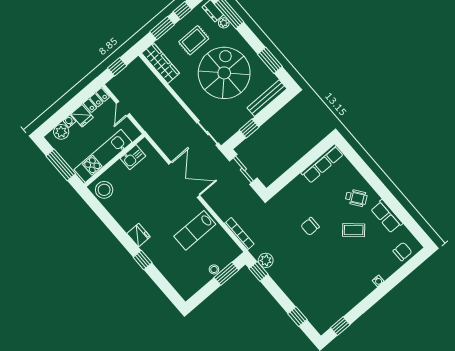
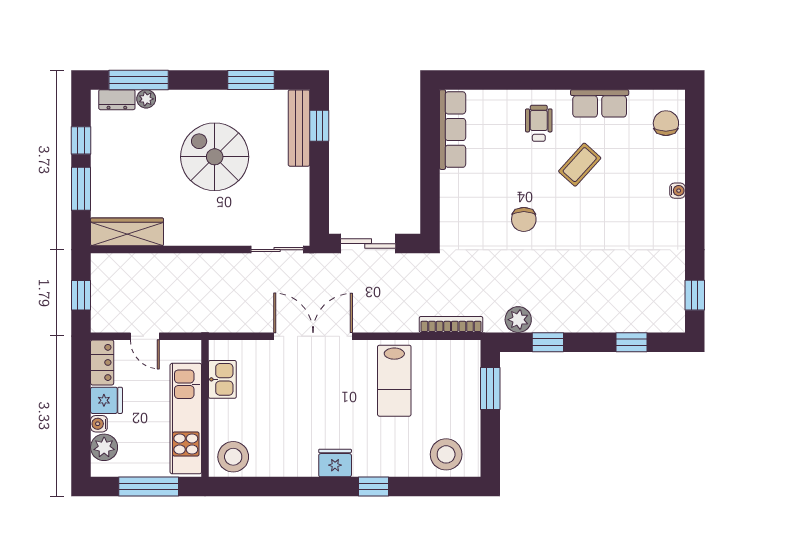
rug: (194, 40) -> (135, 160), removed
spiral stairs: (224, 73) -> (215, 157), width x0.73, depth x0.73
window: (249, 129) -> (319, 126), moved
wheelchair: (356, 198) -> (539, 123), turned -54
stool: (214, 269) -> (446, 454), moved, width x1.89, depth x1.89
window: (259, 271) -> (548, 342), moved

